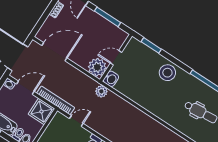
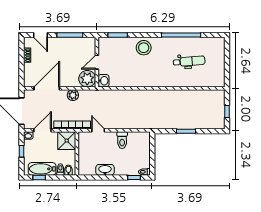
plant: (101, 91) -> (73, 95), moved
door: (76, 121) -> (98, 130), hinge flipped

